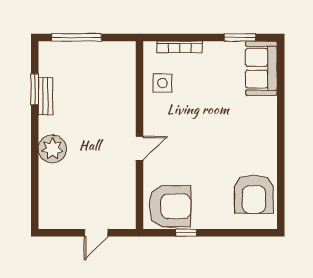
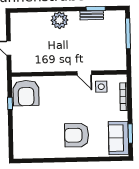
sofa: (261, 68) -> (119, 138), moved, turned -90
door: (140, 148) -> (84, 73), moved
armchair: (254, 194) -> (77, 135), moved

